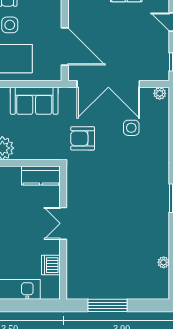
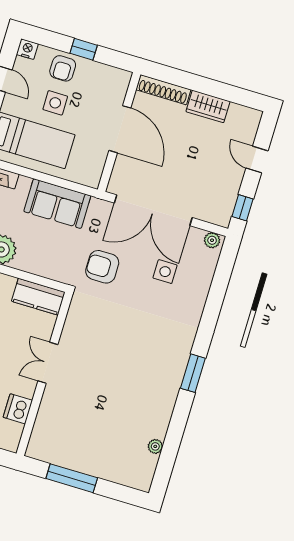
door: (65, 46) -> (120, 129), moved

